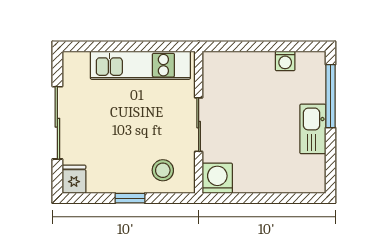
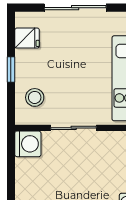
fridge: (74, 179) -> (27, 38), moved

